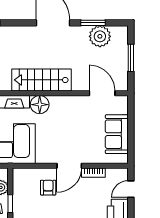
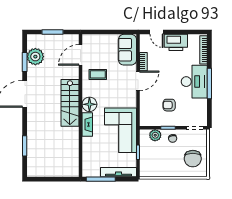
coffee table: (77, 115) -> (98, 74), added
sofa: (117, 134) -> (127, 50), moved, turned 90
door: (69, 166) -> (138, 81), hinge flipped
armchair: (48, 188) -> (169, 105), moved

